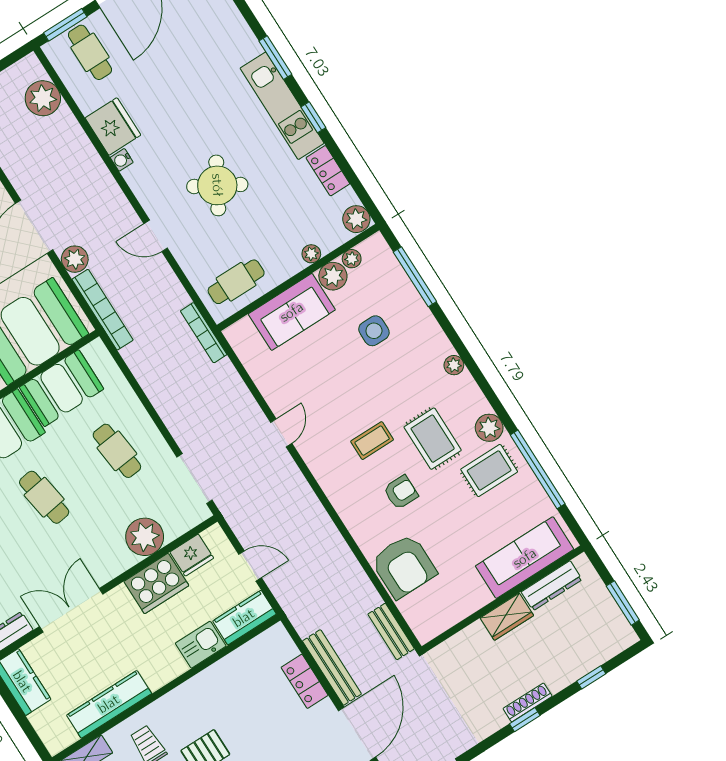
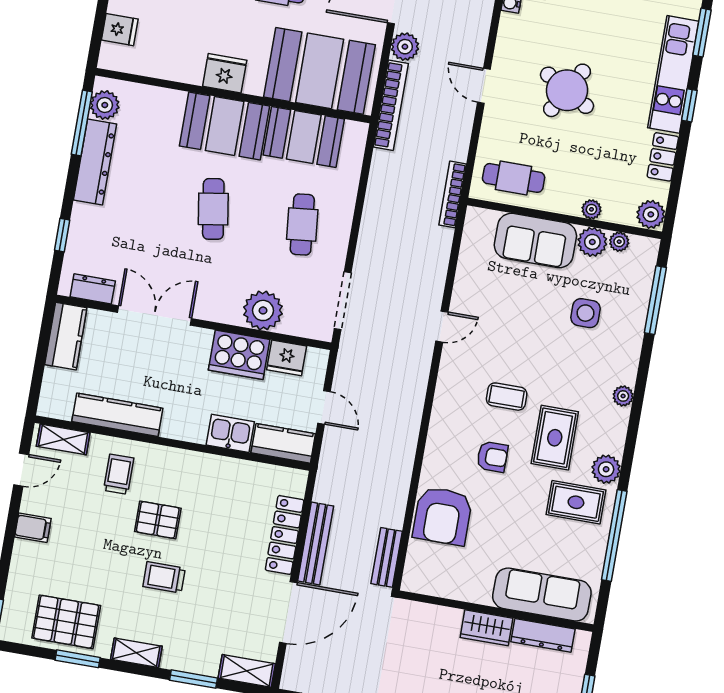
locker: (305, 681) -> (285, 535), width x1.53

